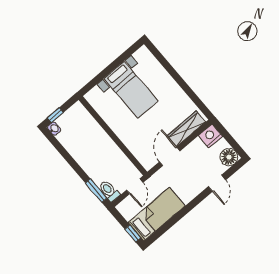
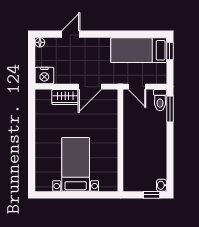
wardrobe: (186, 129) -> (65, 97), width x0.67
floor lamp: (229, 157) -> (40, 42), width x0.53, depth x0.53
door: (135, 186) -> (137, 87), swing flipped

